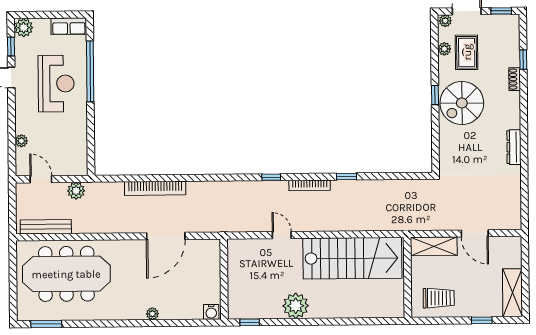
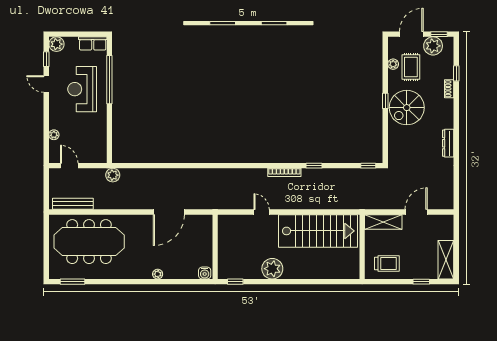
plant: (445, 21) -> (433, 46), moved, width x1.87, depth x1.87
reception desk: (56, 84) -> (82, 89), turned 180
window: (271, 177) -> (368, 166), moved
bookcase: (155, 188) -> (161, 174), removed
plant: (76, 191) -> (113, 175), moved
door: (475, 233) -> (416, 212), swing flipped

